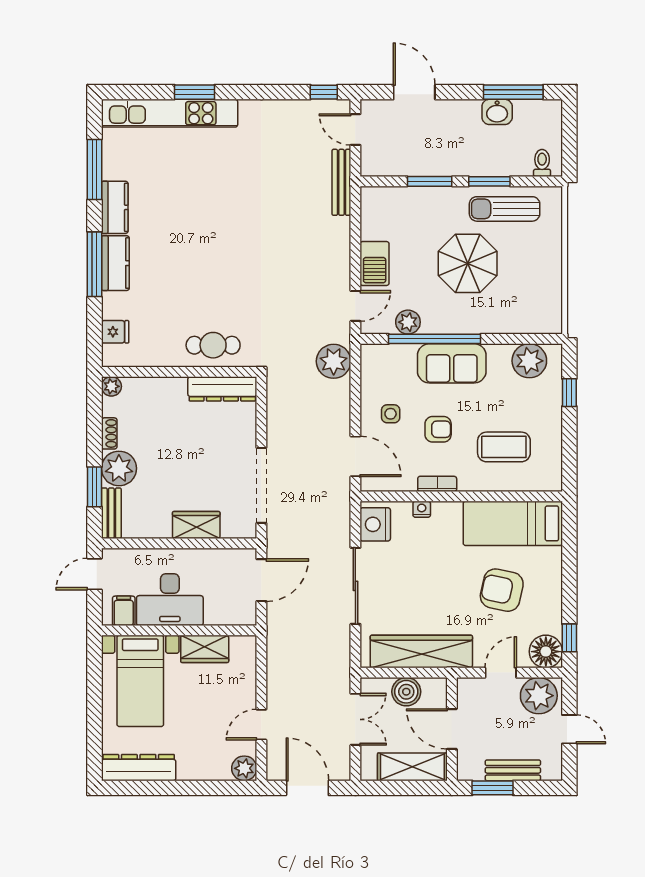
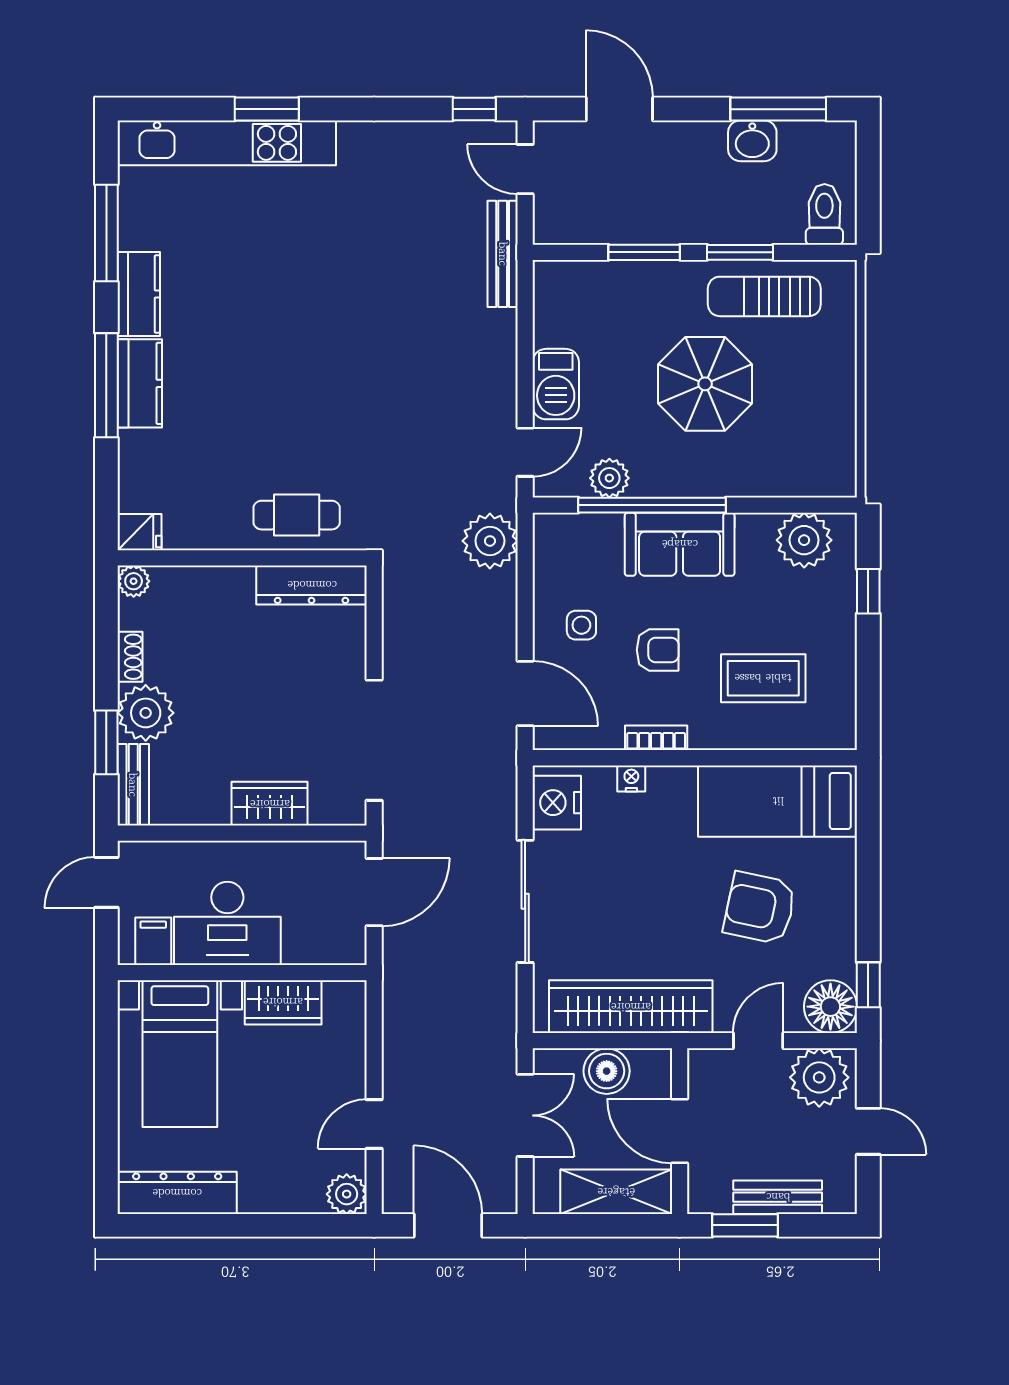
toilet: (542, 163) -> (824, 214), width x1.37, depth x1.39
fridge: (115, 332) -> (139, 532), moved

